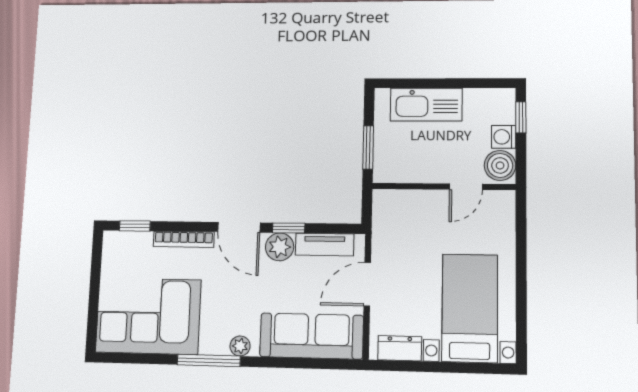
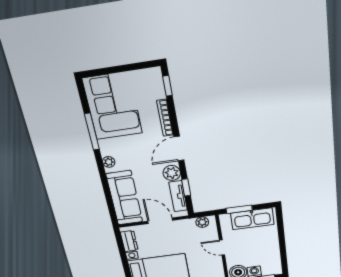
kitchen sink: (426, 105) -> (252, 219), moved, turned -90
door: (466, 187) -> (222, 248), moved
plant: (383, 213) -> (202, 222), added
window: (289, 228) -> (186, 187), moved
window: (209, 360) -> (92, 132), moved

